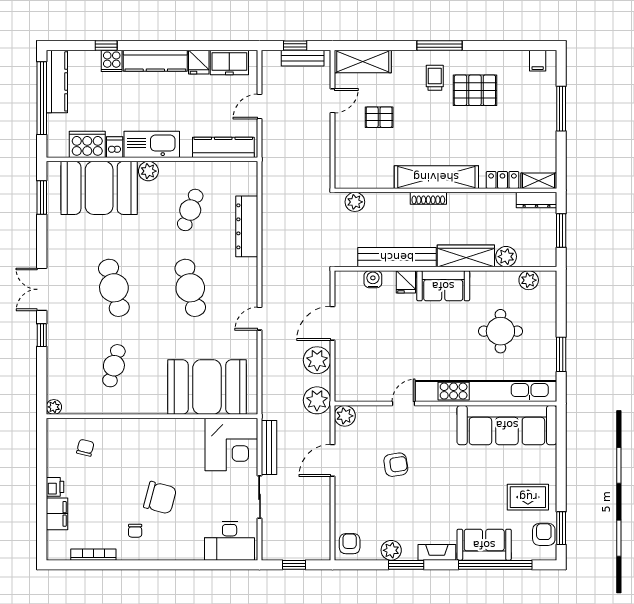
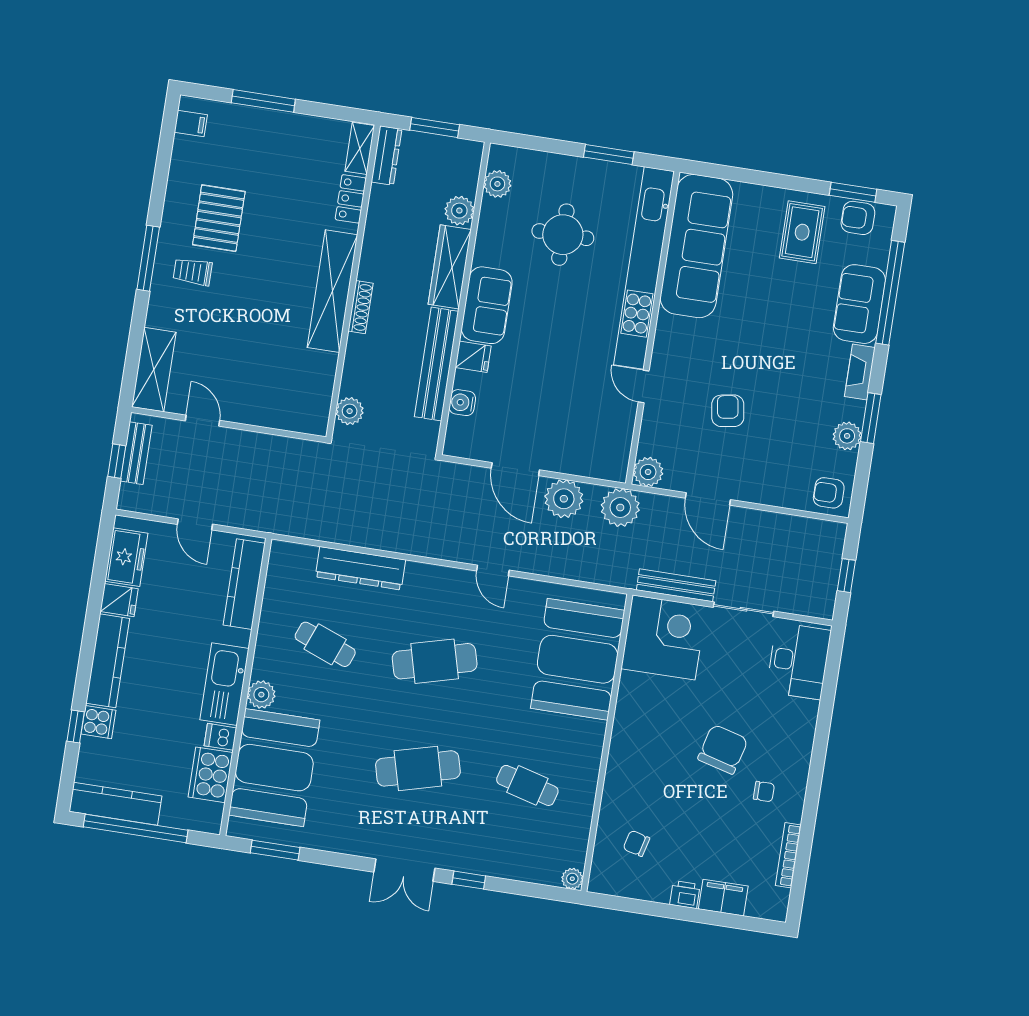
pallet: (379, 117) -> (236, 359), removed

